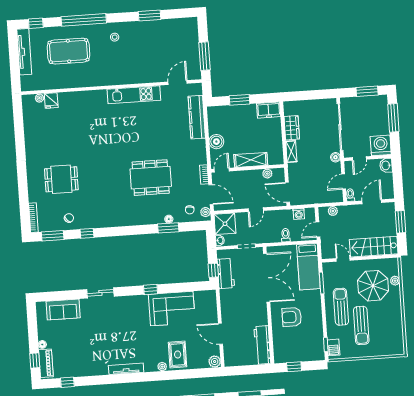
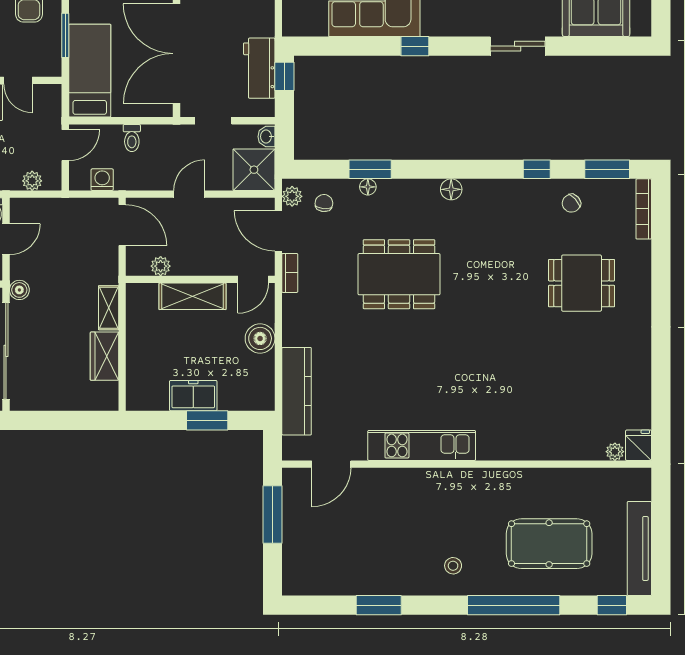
fridge: (51, 100) -> (639, 445), moved
freezer: (269, 110) -> (193, 396), moved
floor lamp: (128, 221) -> (451, 189), added

